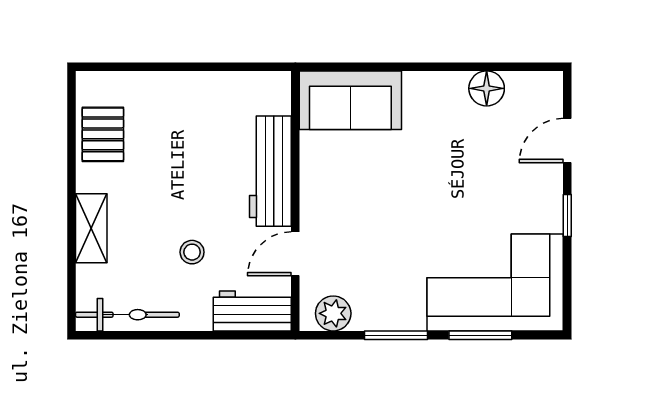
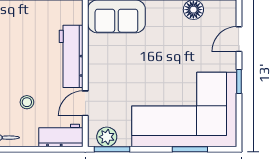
corner sofa: (495, 283) -> (184, 110), width x1.36, depth x1.36
window: (396, 335) -> (112, 149), moved

